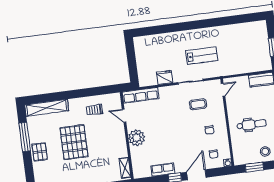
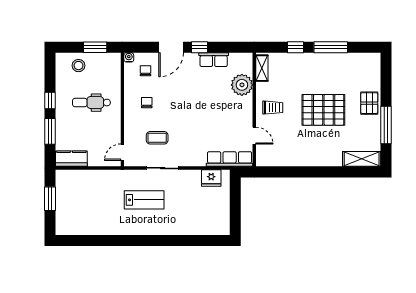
lab bench: (202, 56) -> (144, 200), turned 180
fridge: (165, 77) -> (211, 178), moved
shelving: (47, 108) -> (362, 159), width x0.68
trolley: (94, 110) -> (273, 108), moved
plant: (137, 138) -> (242, 85), moved
pallet: (74, 142) -> (323, 110), turned 90

